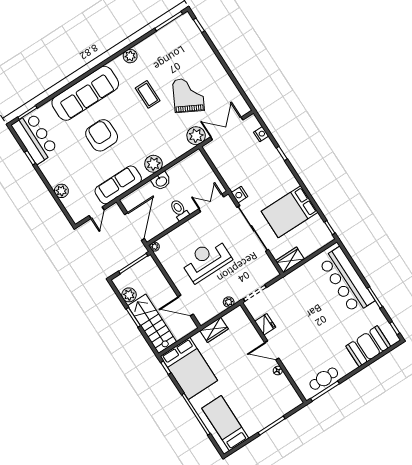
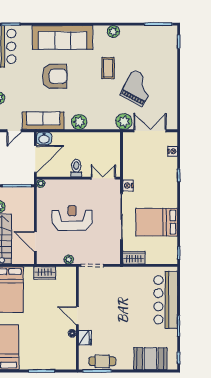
armchair: (102, 135) -> (55, 76), turned 90
washbasin: (161, 181) -> (44, 138), moved
fridge: (265, 324) -> (85, 338), moved

